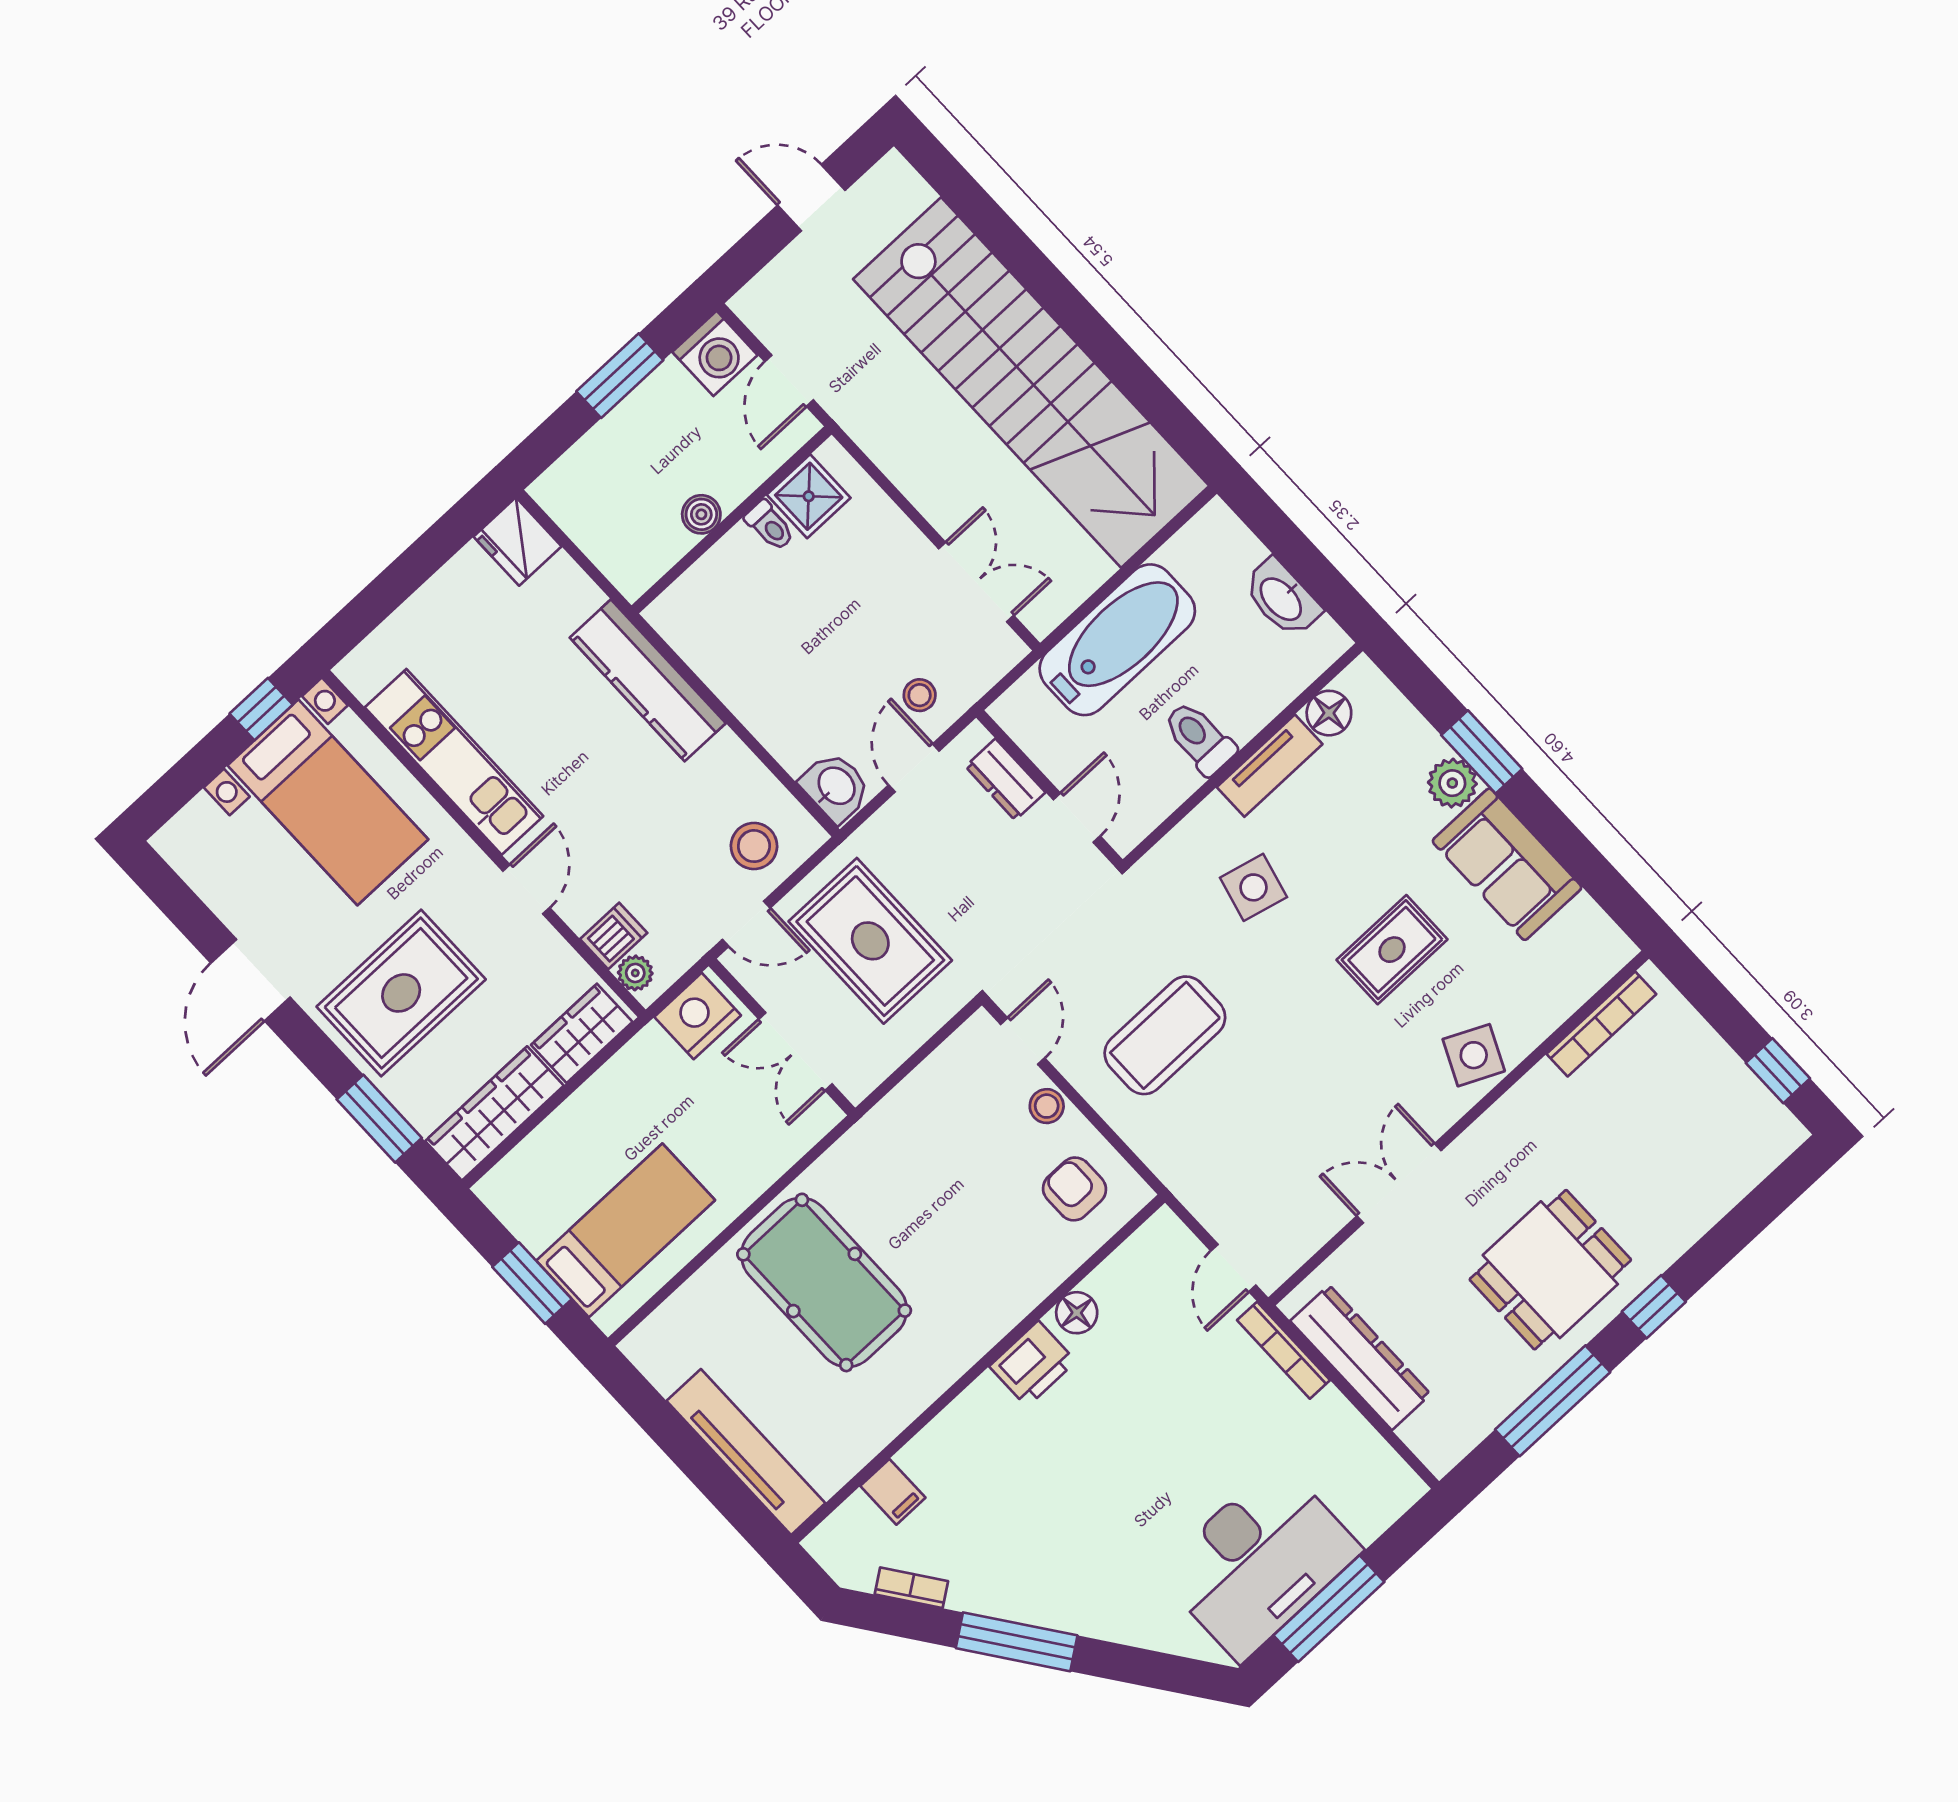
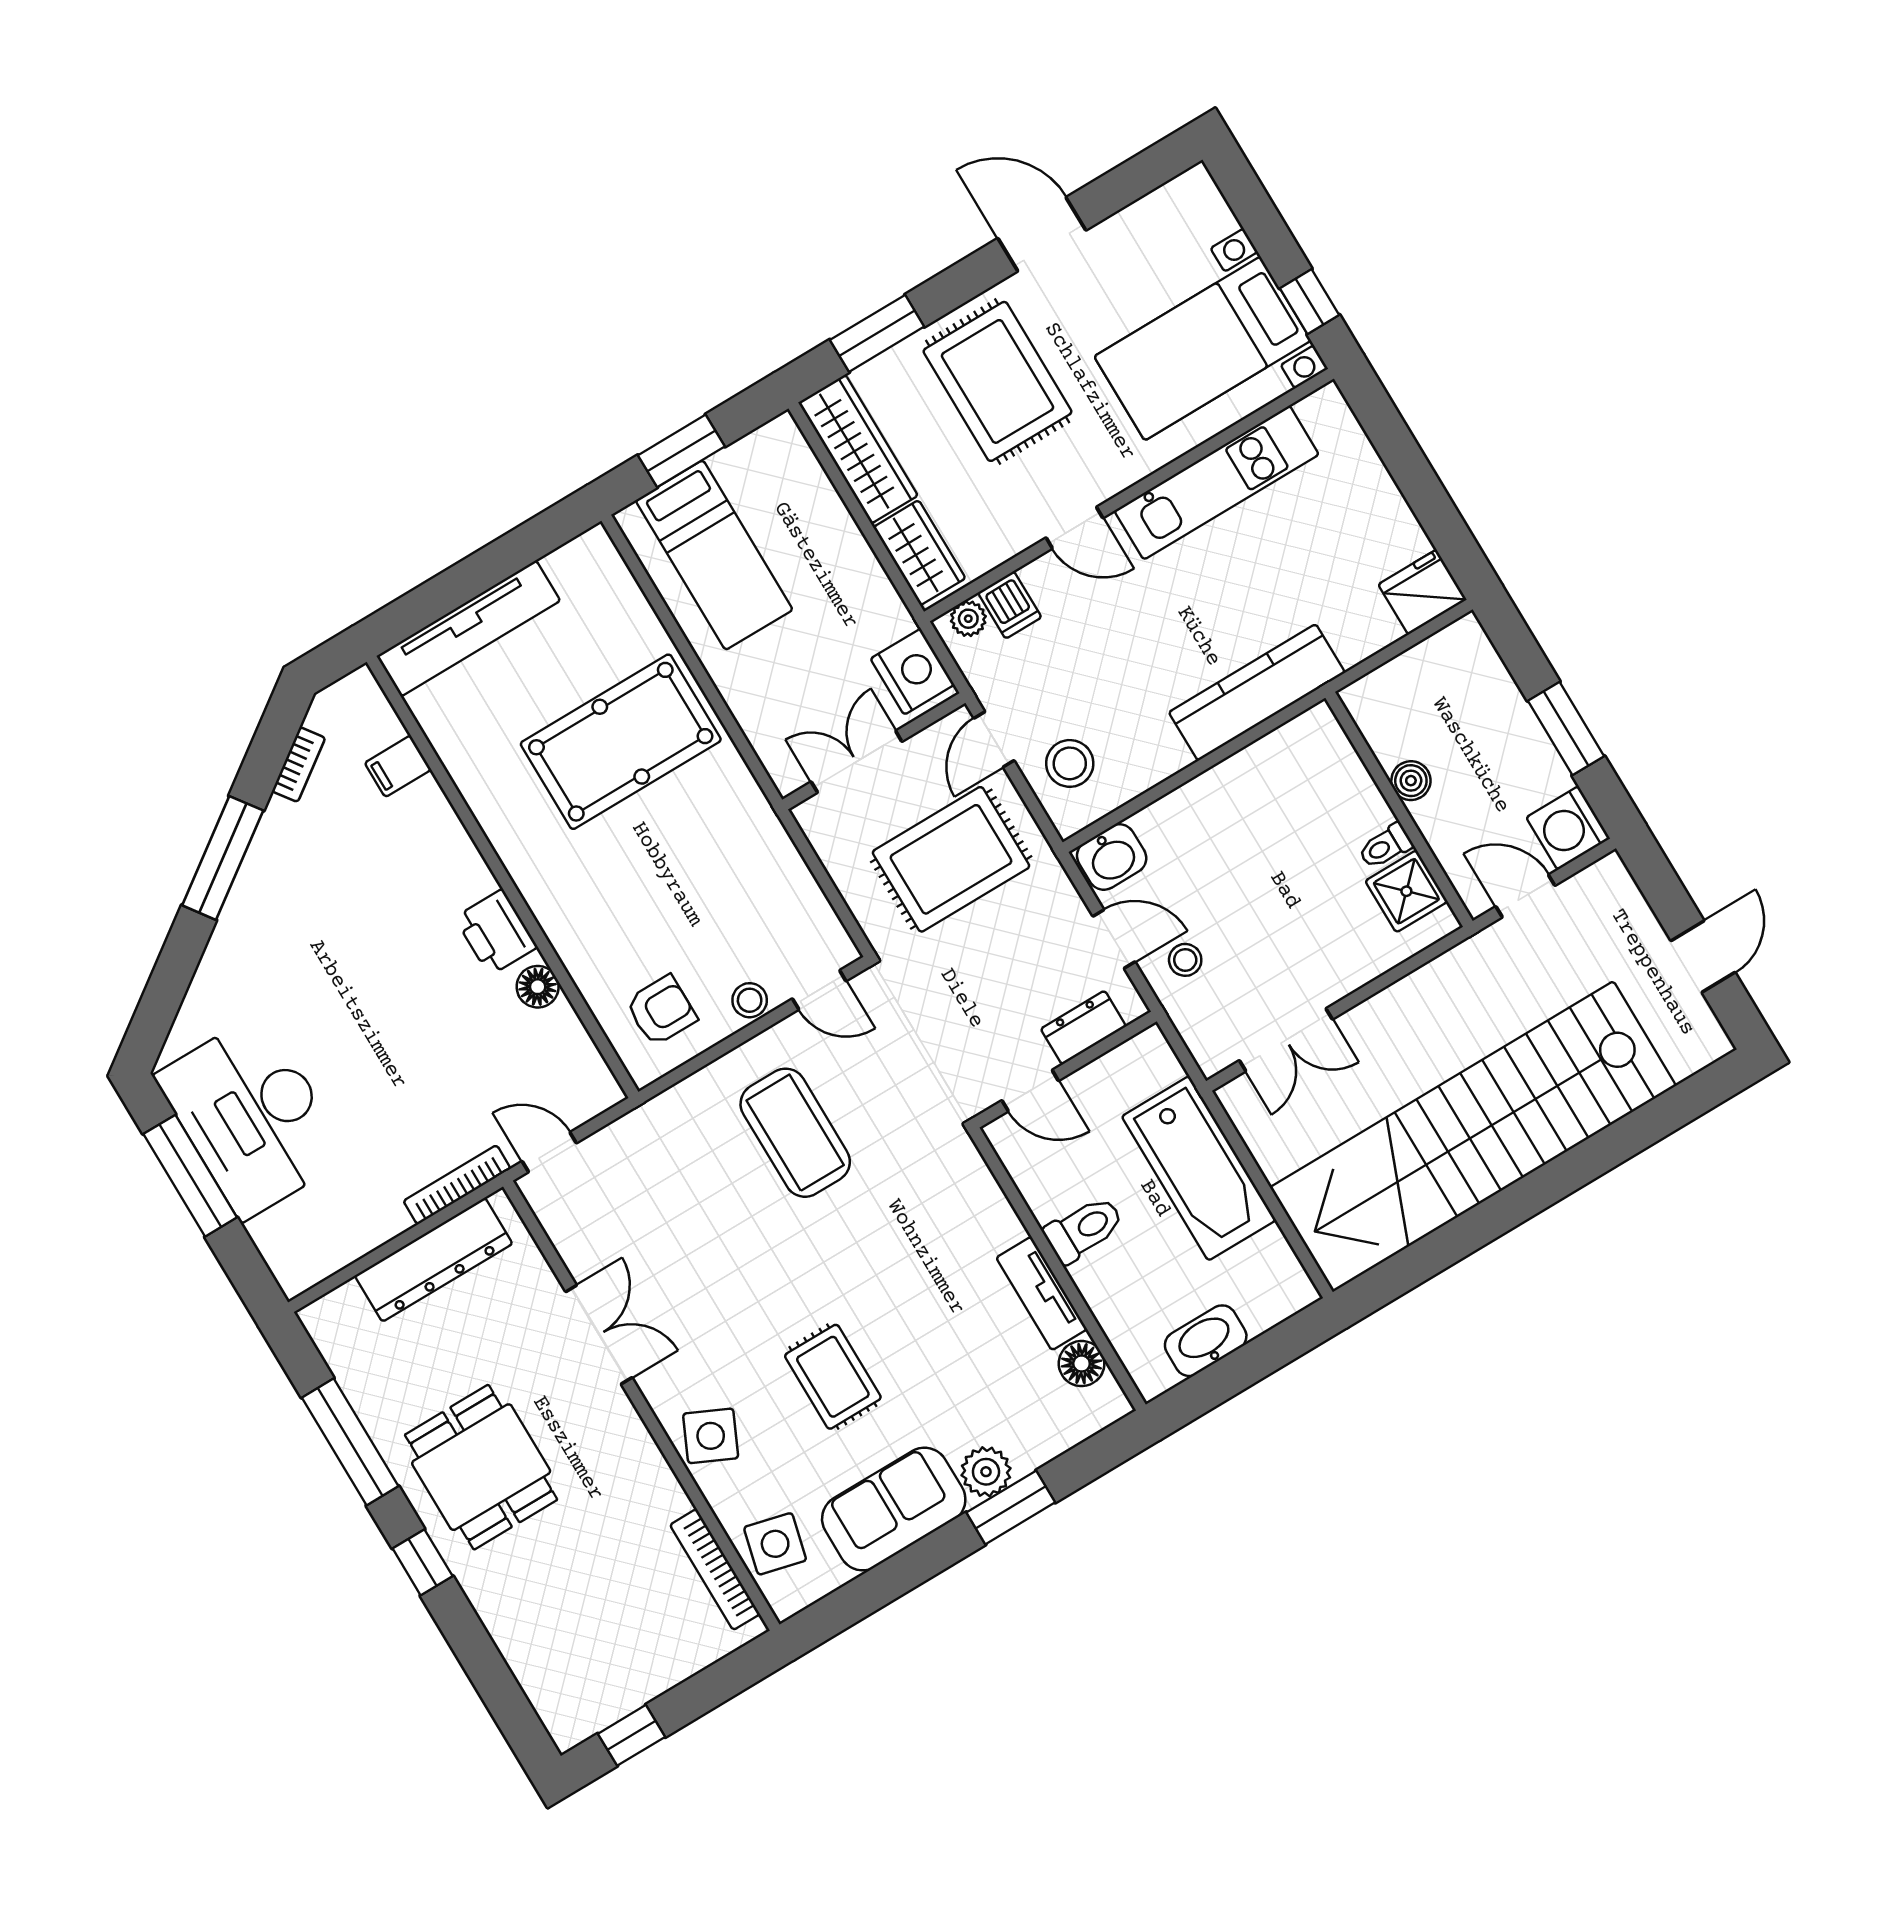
side table: (1253, 887) -> (775, 1544), moved

